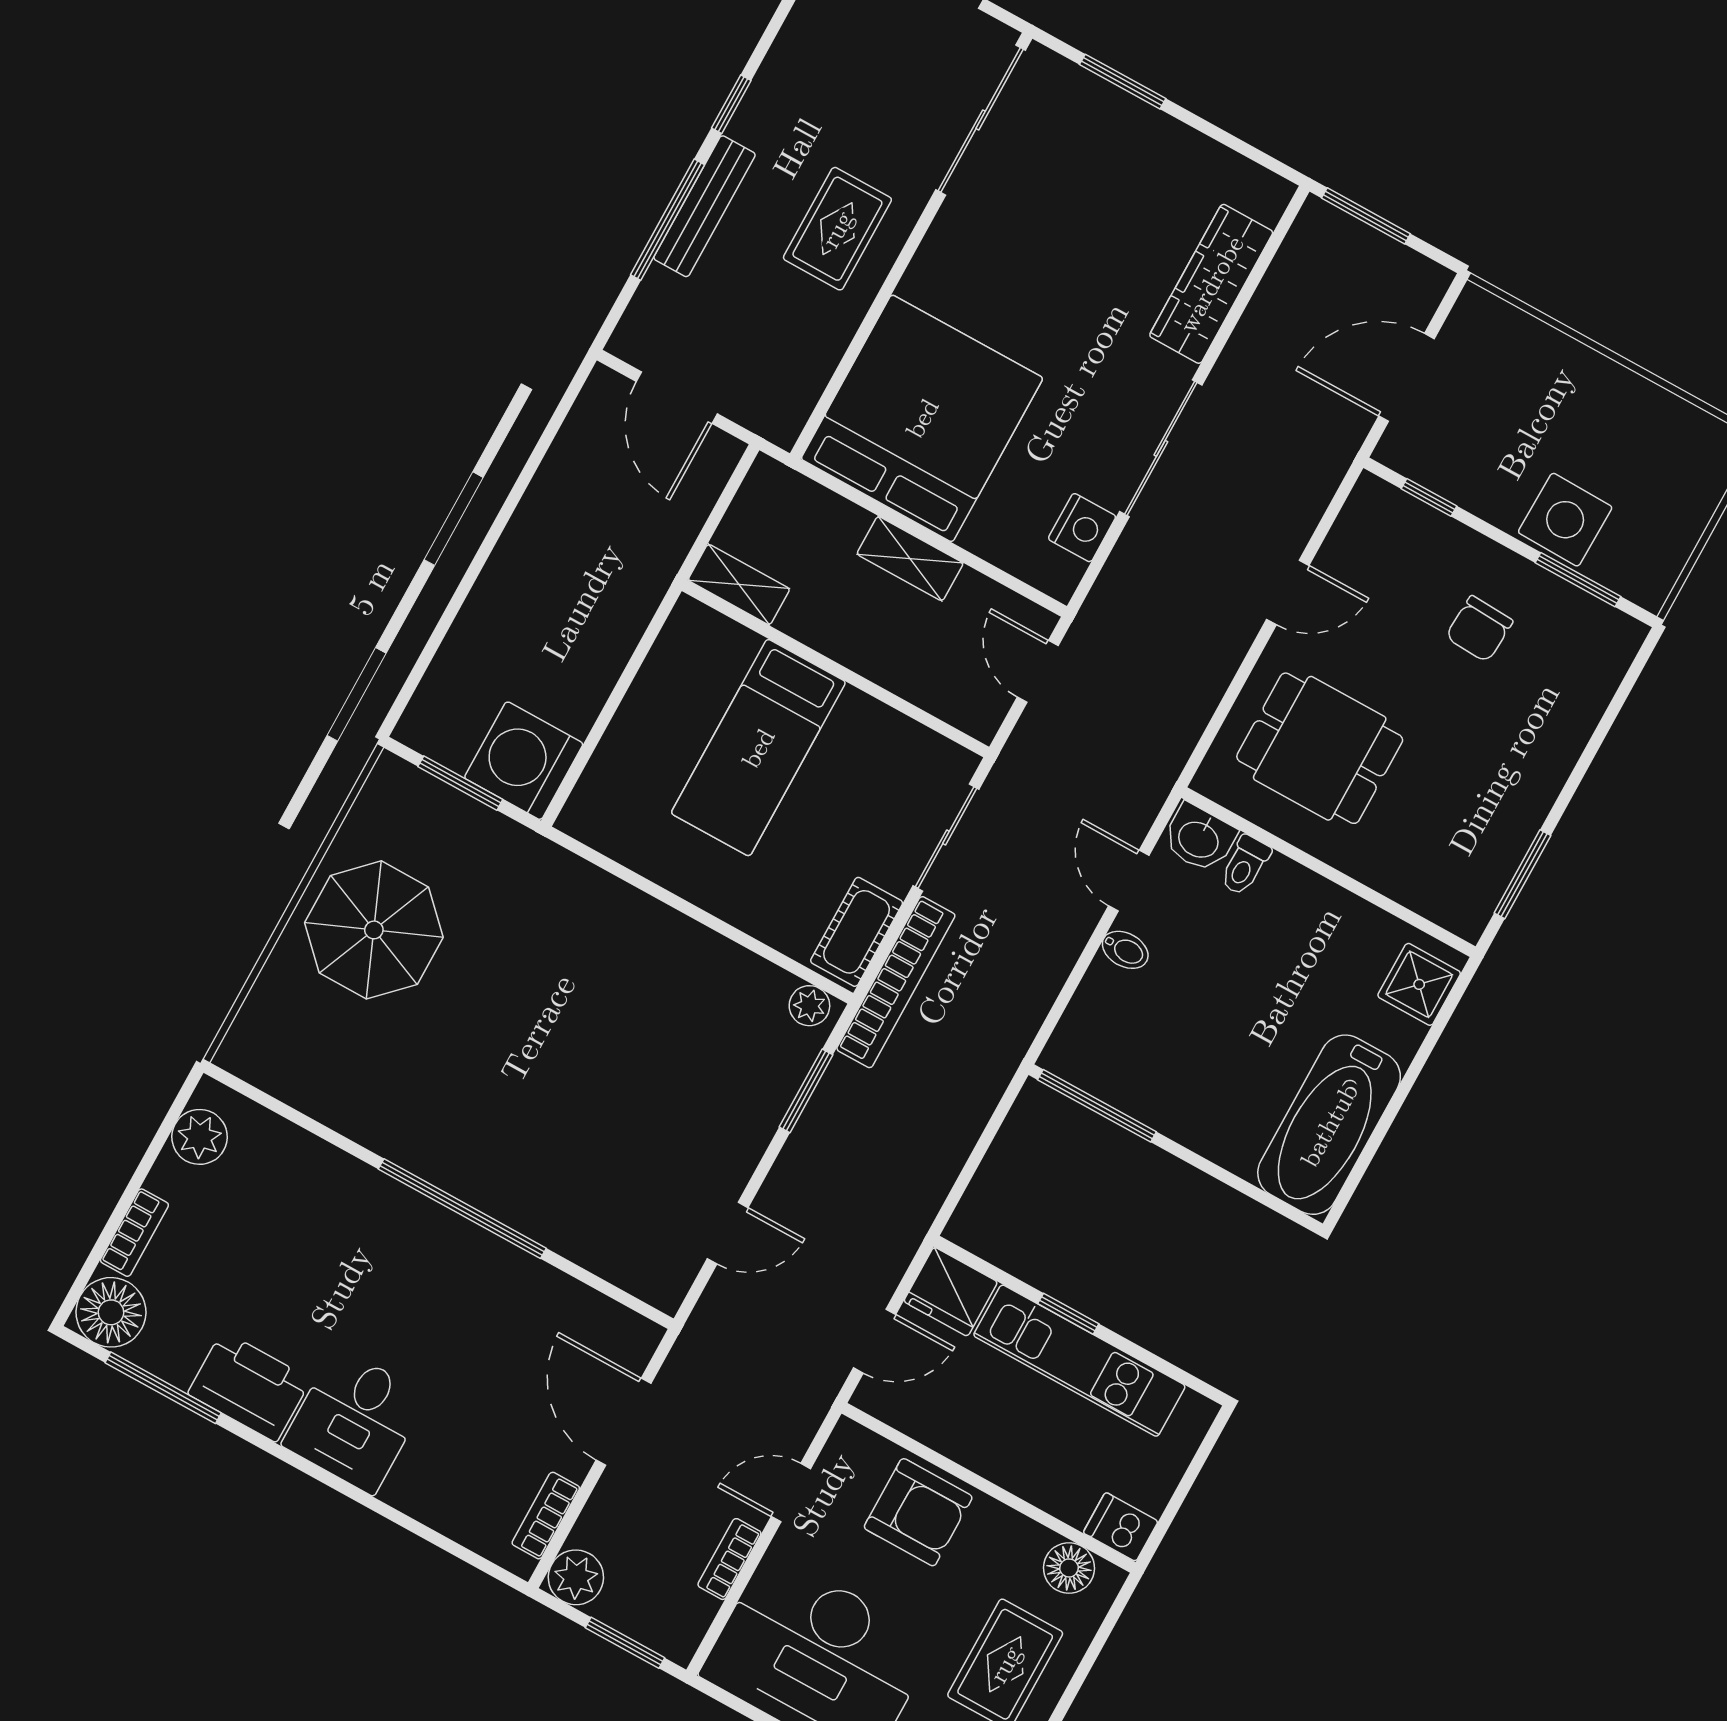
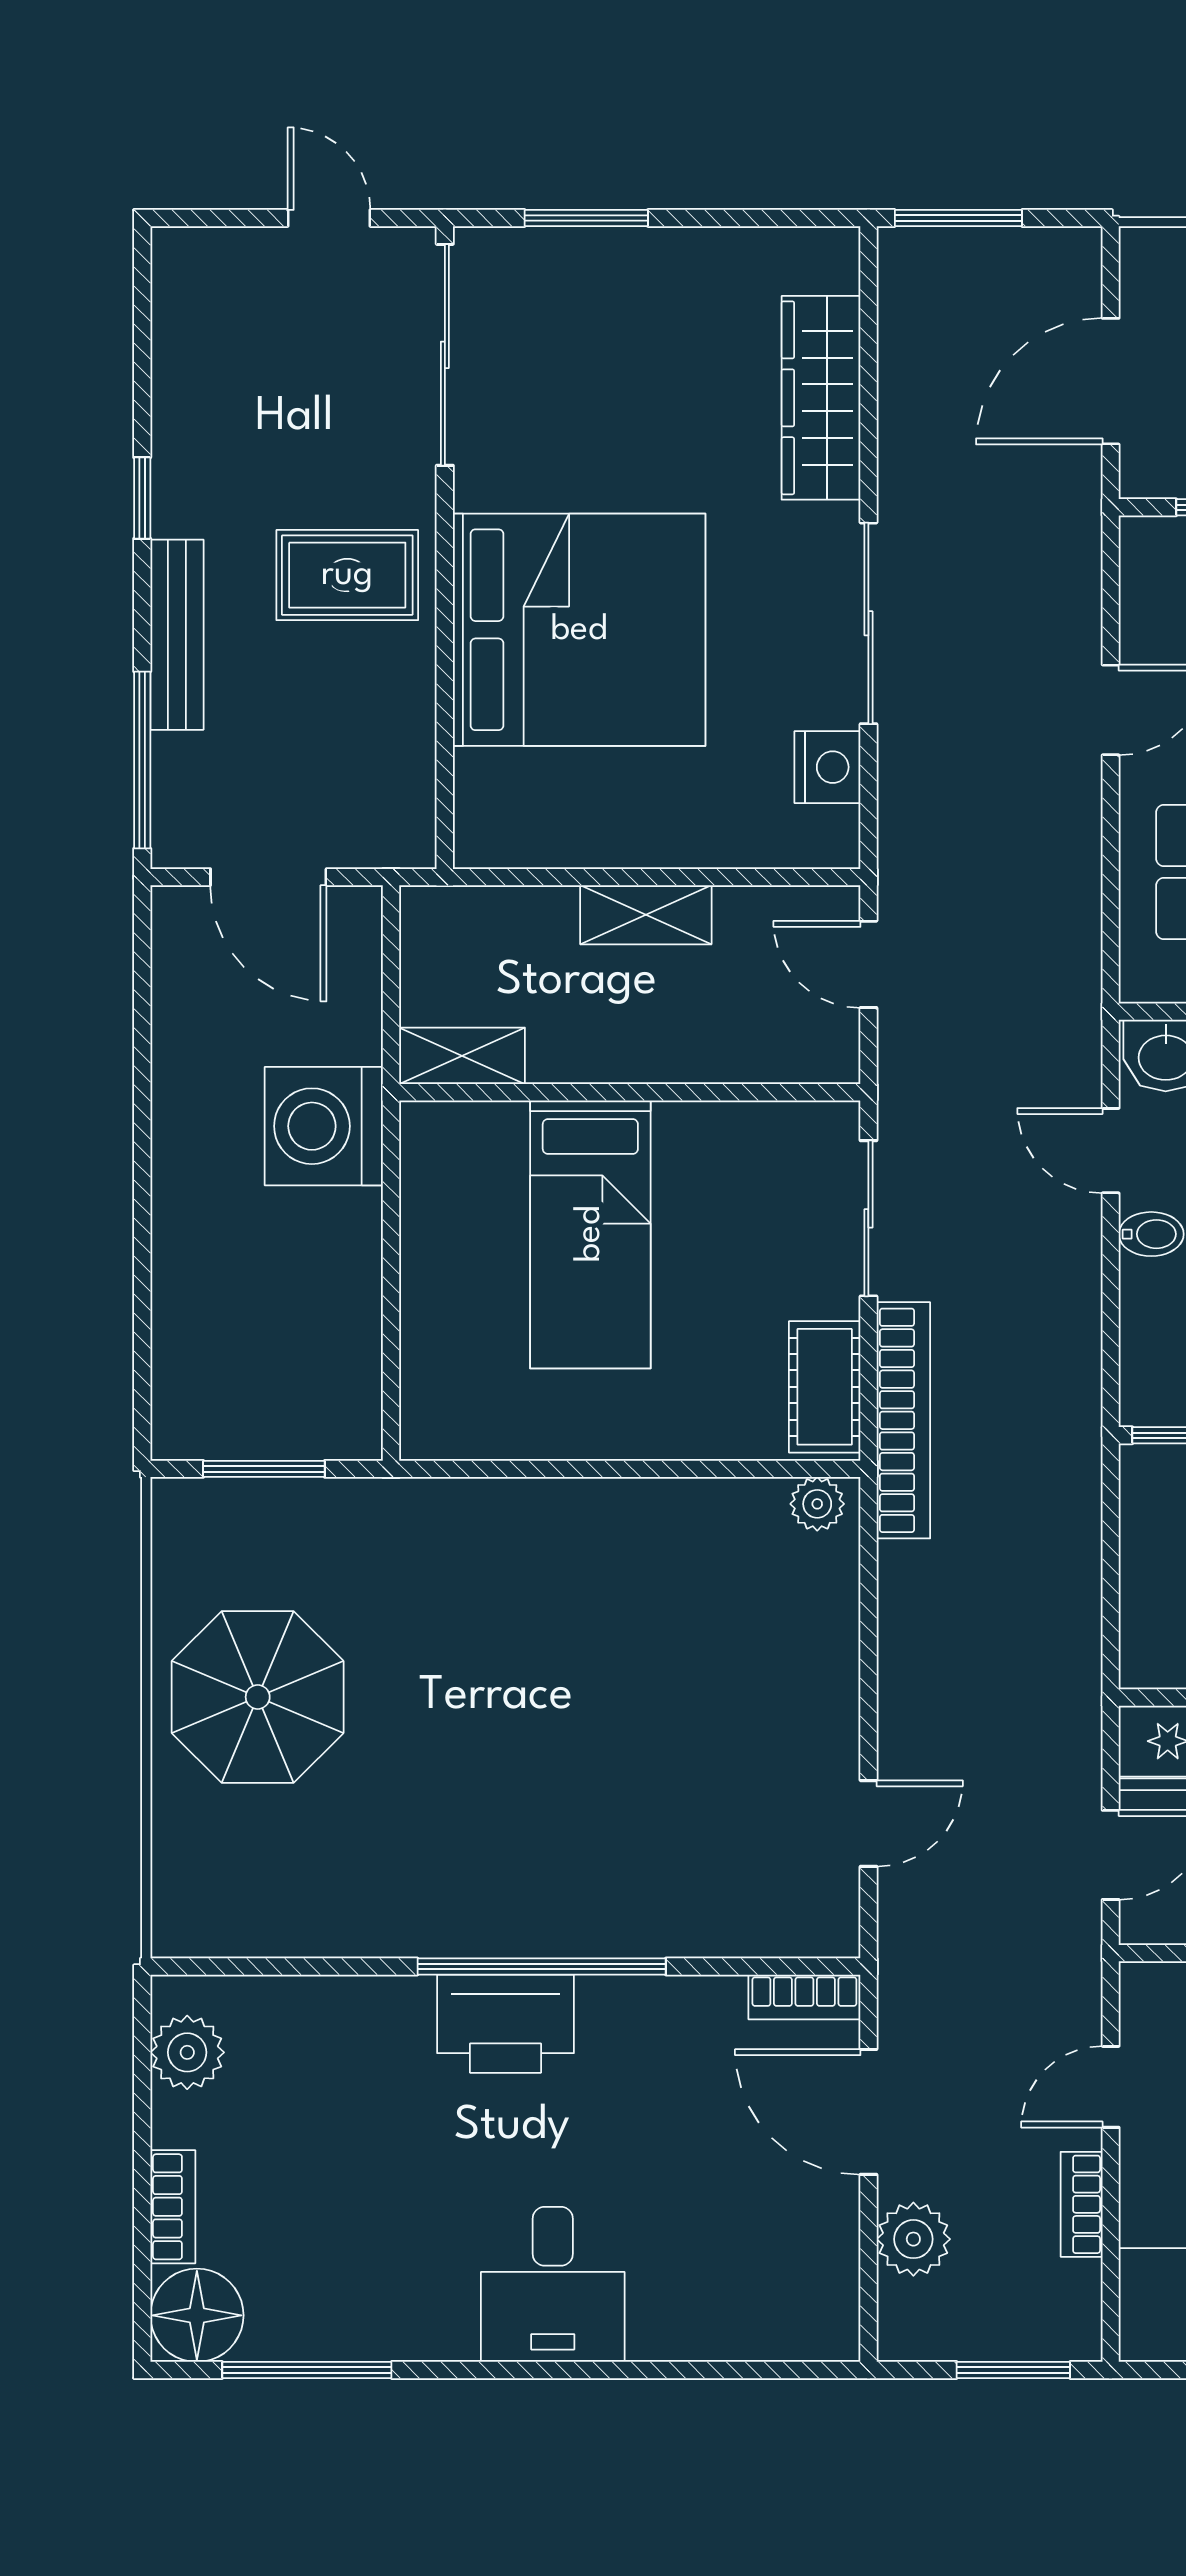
window: (667, 220) -> (142, 760), moved
rug: (837, 229) -> (347, 575), turned 90
bed: (922, 418) -> (579, 630), moved, turned 90
washing machine: (524, 761) -> (324, 1126), moved
window: (806, 1091) -> (868, 1606), removed
printer: (249, 1387) -> (505, 2024), moved, turned 180
bookcase: (546, 1516) -> (804, 1997), moved, turned -90
plant: (576, 1577) -> (913, 2239), moved

